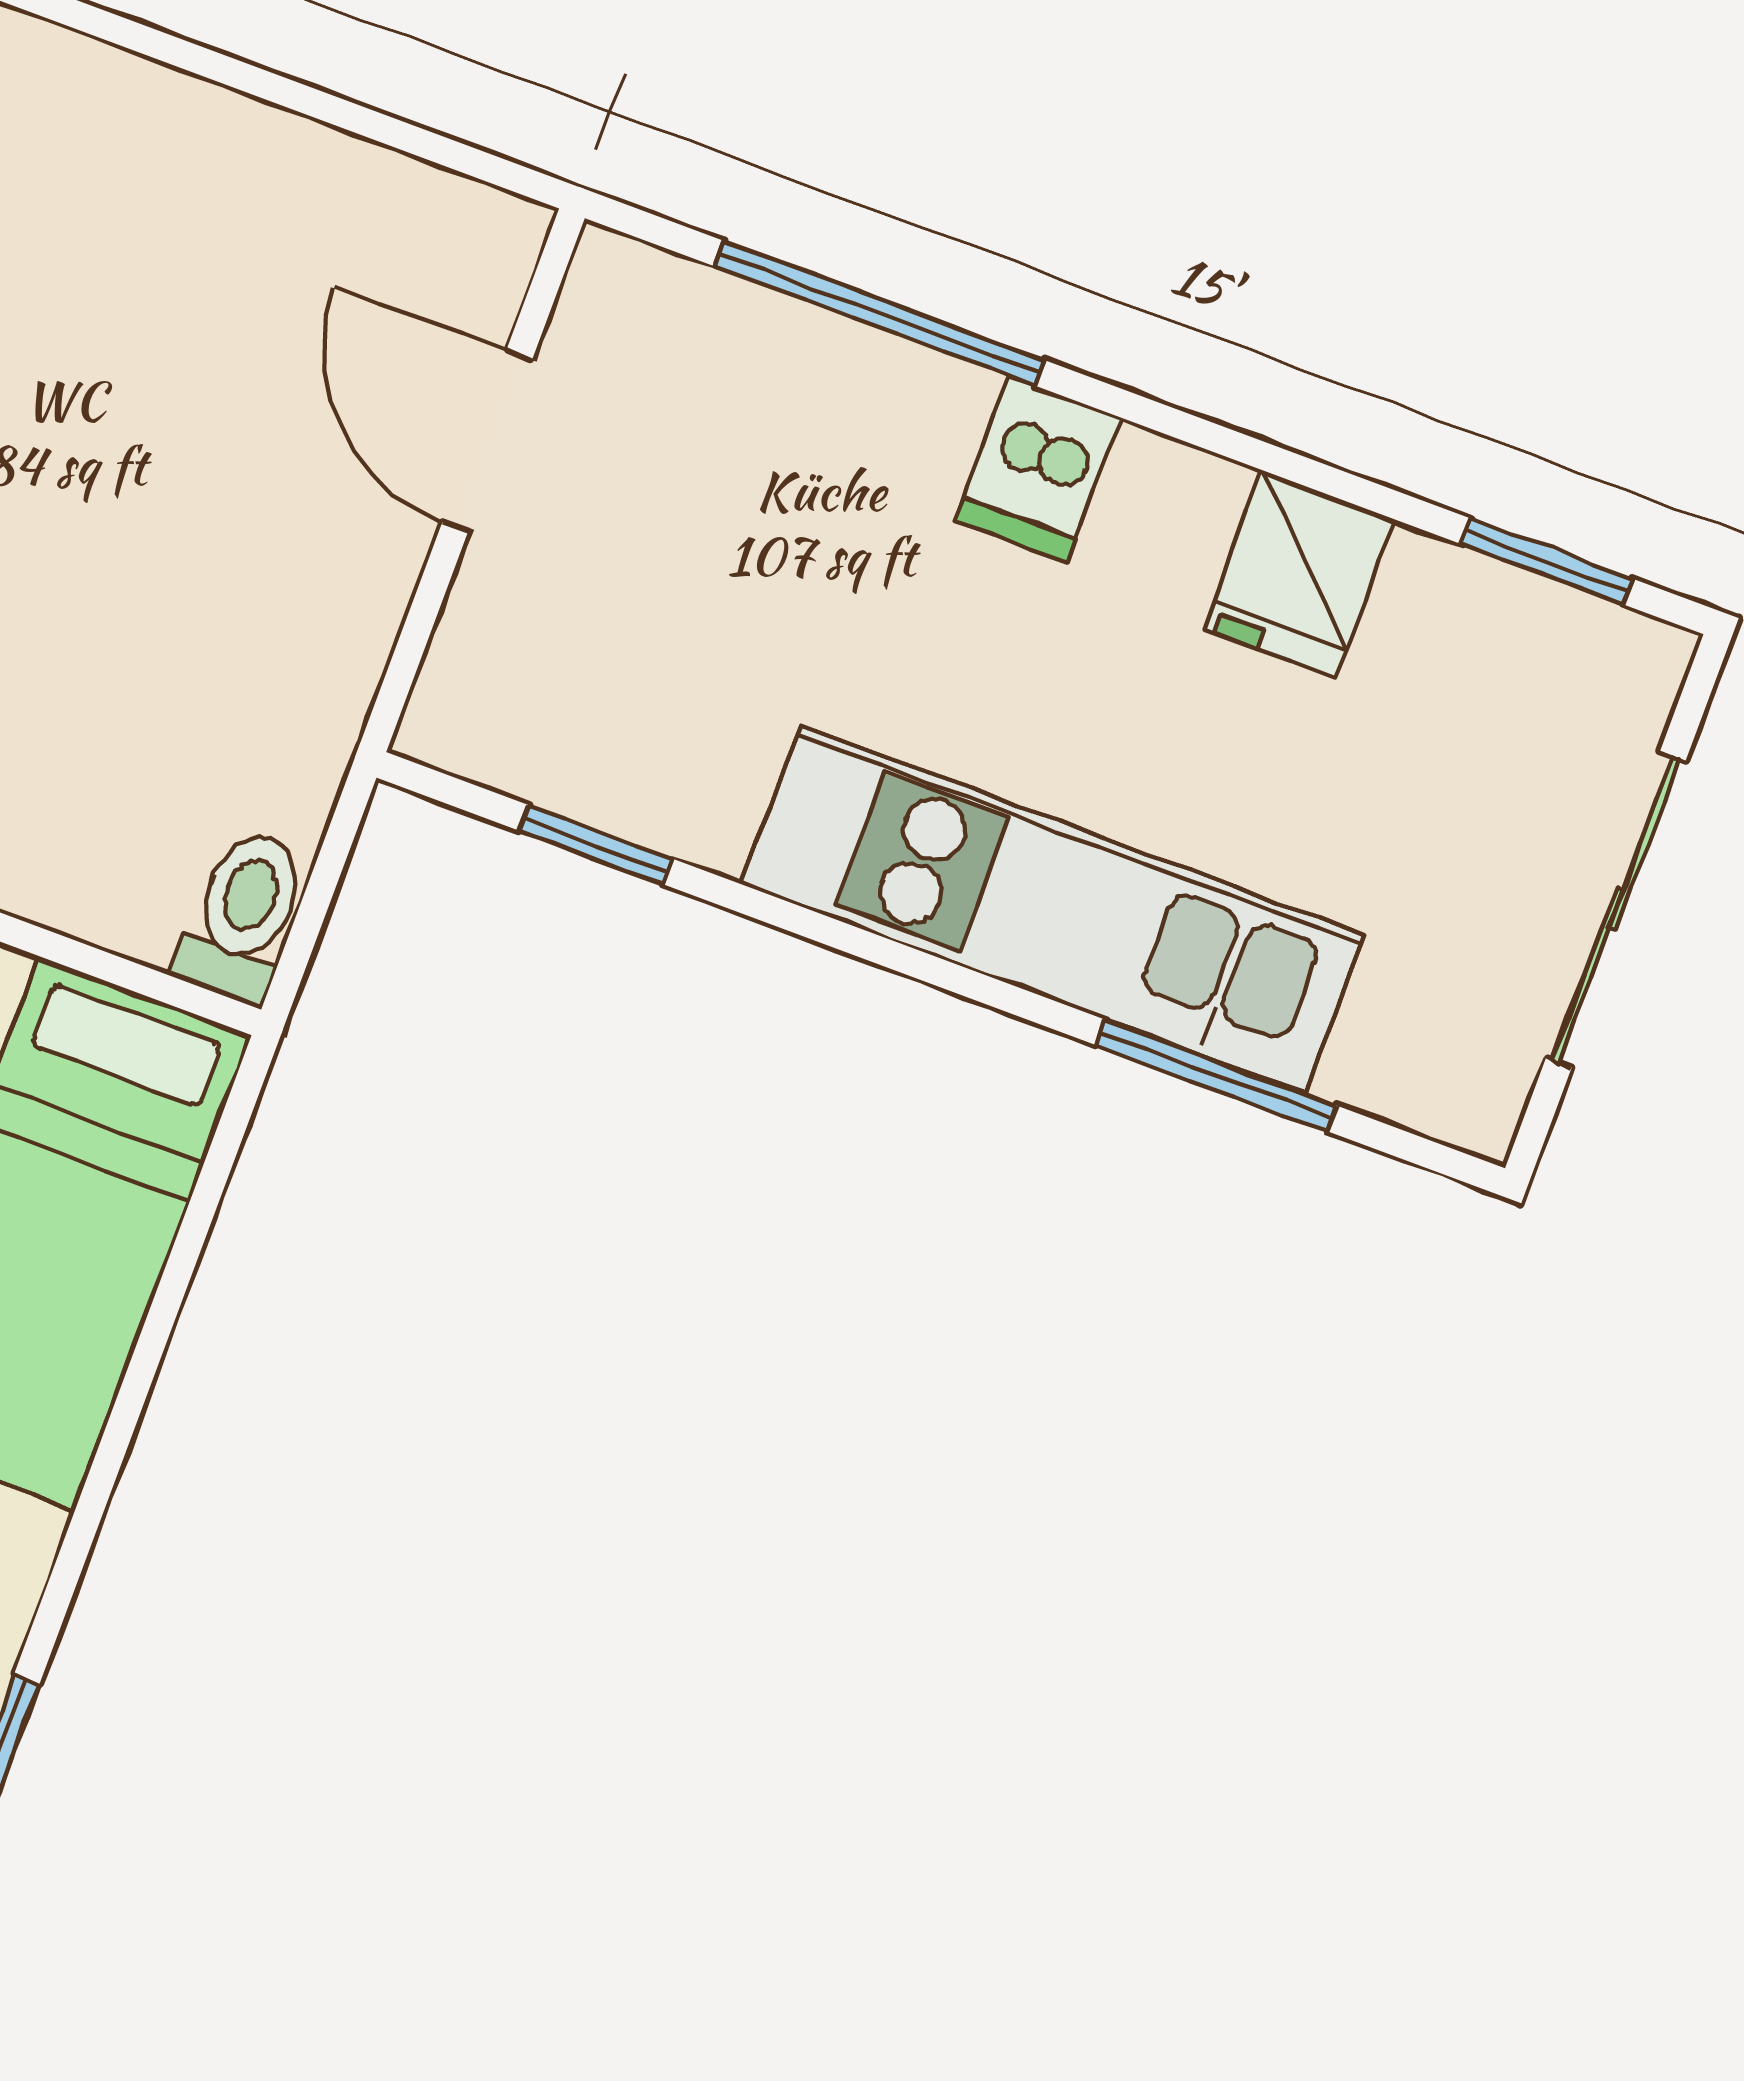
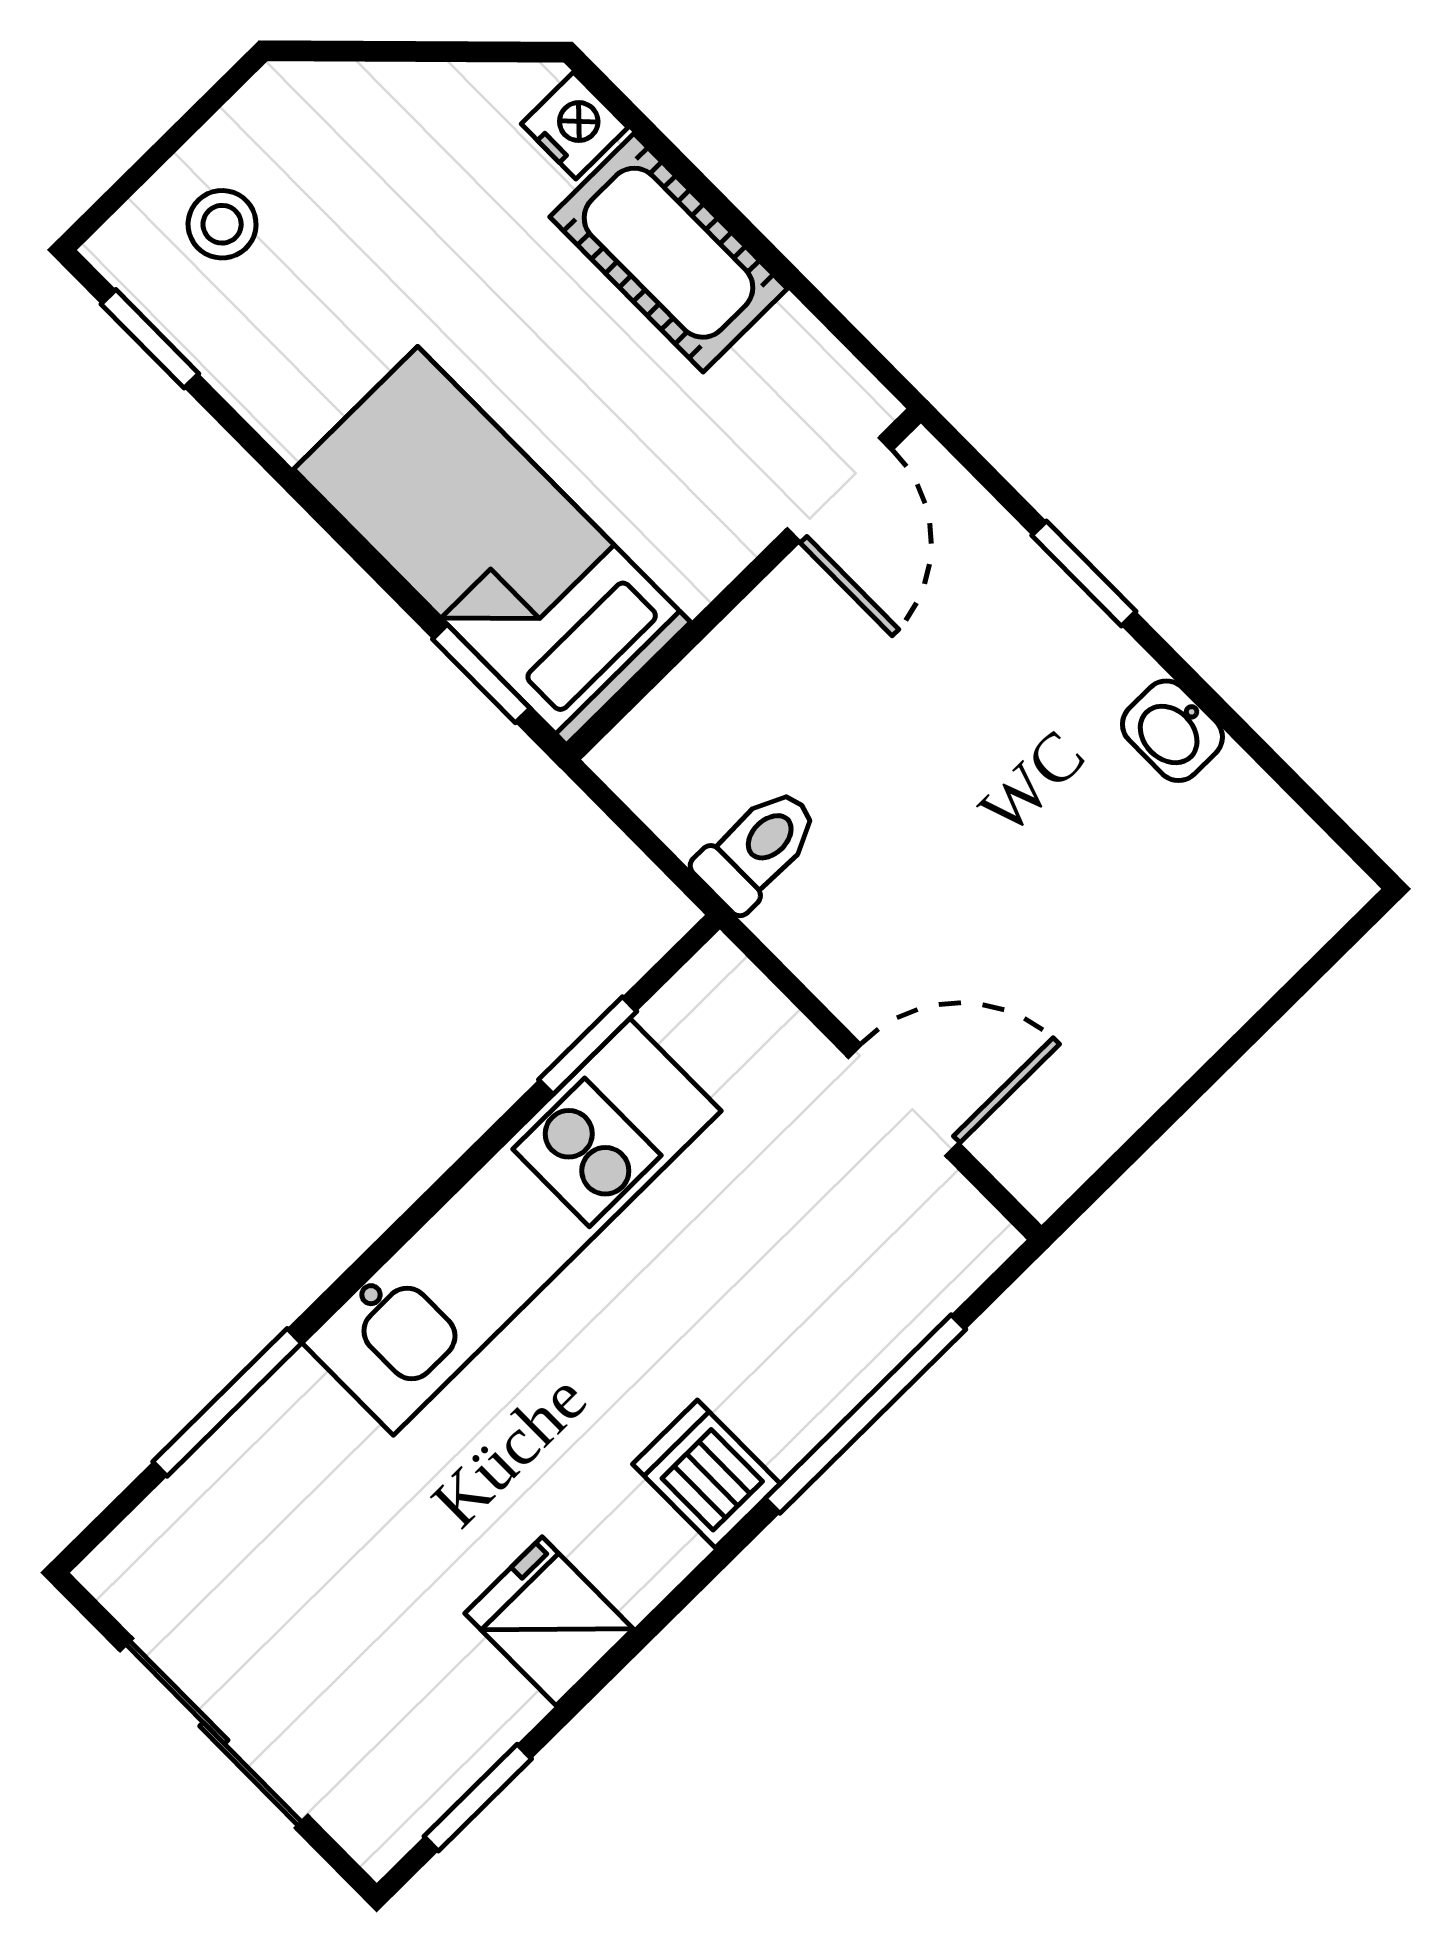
kitchen unit: (1052, 909) -> (512, 1227), moved
toilet: (243, 916) -> (757, 849), moved, turned -90
window: (214, 1175) -> (481, 674), added

